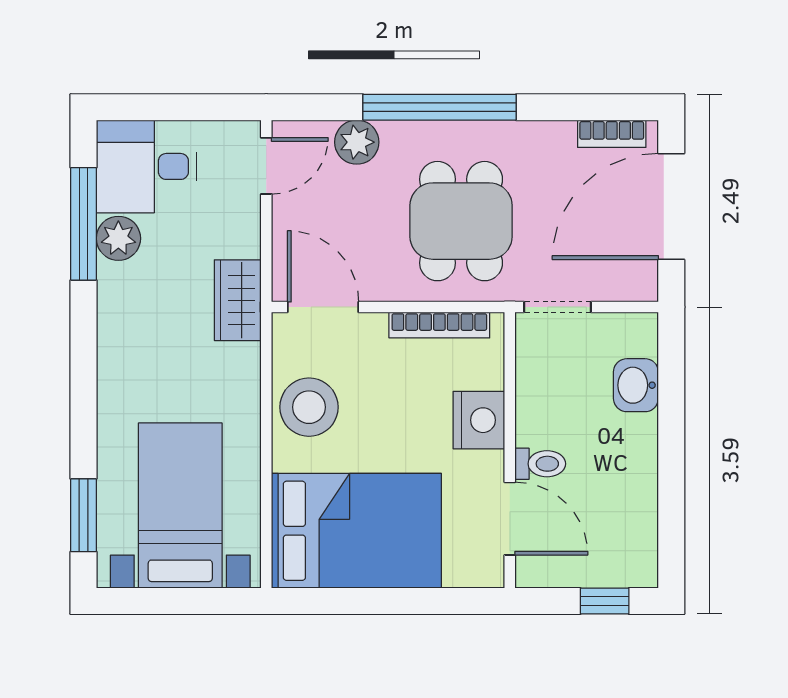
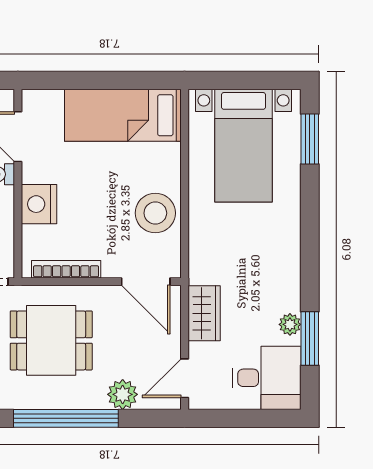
dining table: (461, 221) -> (51, 340), turned 90
window: (84, 224) -> (310, 339), width x0.69
plant: (118, 238) -> (290, 324), width x0.73, depth x0.73
wardrobe: (238, 300) -> (204, 313), moved
bed: (356, 531) -> (123, 115), width x0.67

